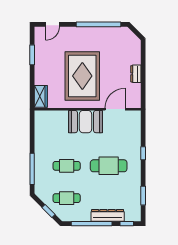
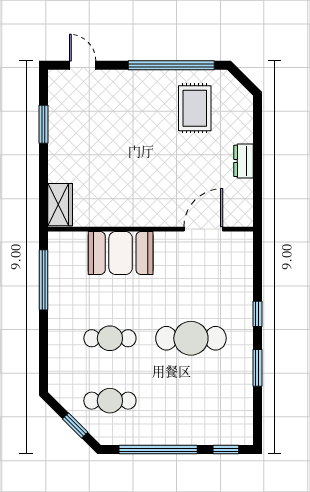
door: (52, 24) -> (83, 65), swing flipped
rug: (82, 76) -> (195, 108), moved, width x0.54, depth x0.49
booth: (86, 122) -> (121, 253), moved
window: (32, 169) -> (43, 280), moved
window: (143, 196) -> (257, 368), moved
dresser: (108, 215) -> (189, 434), removed

